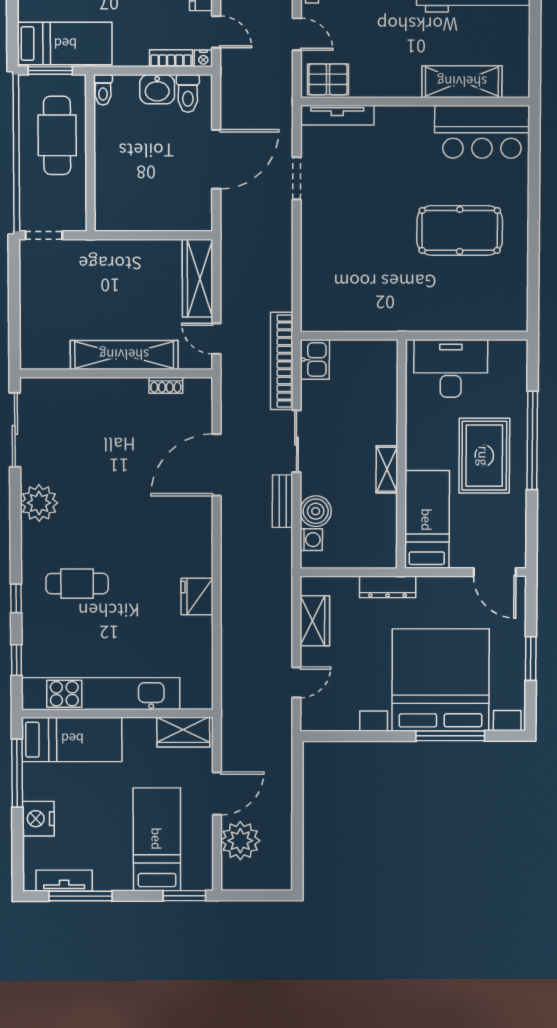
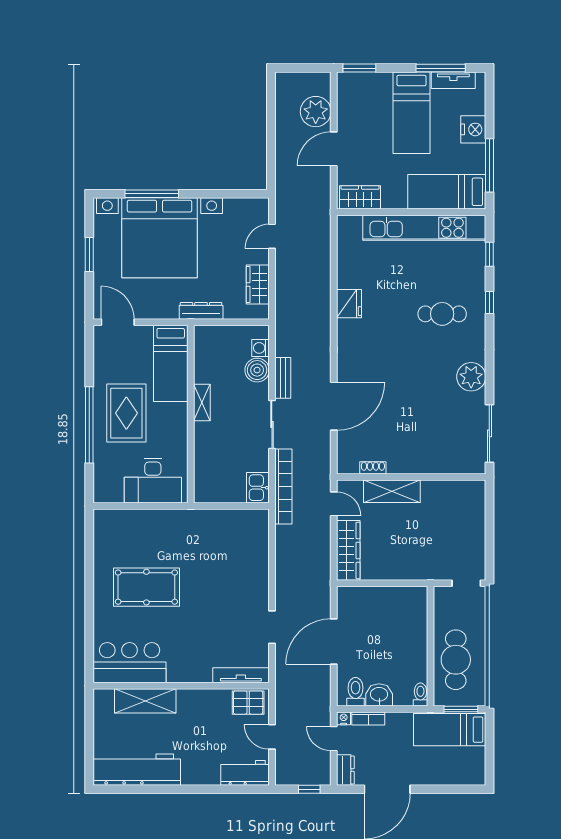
shelving: (124, 355) -> (392, 491), width x0.68
bed: (157, 839) -> (412, 113), moved

